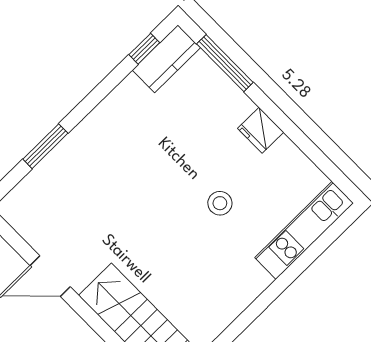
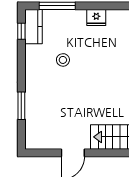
stool: (220, 203) -> (63, 60), moved

